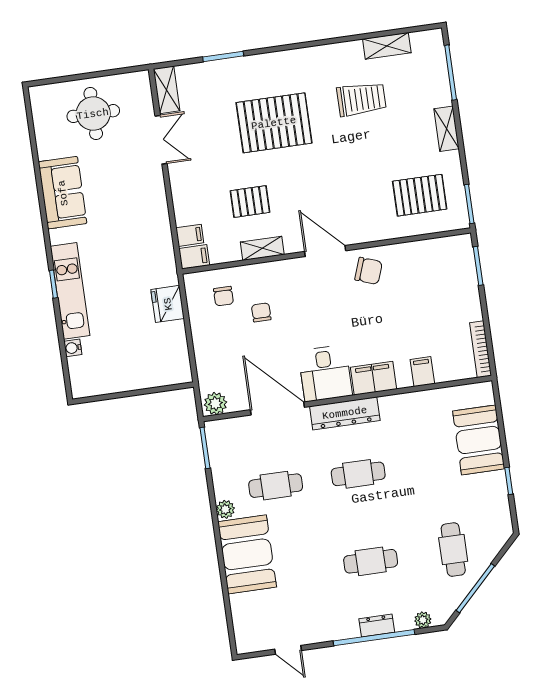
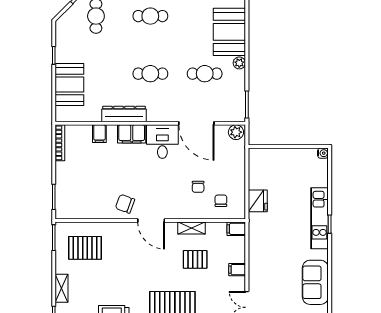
filing cabinet: (190, 235) -> (237, 270), moved
water cooler: (73, 348) -> (323, 153), moved
dresser: (345, 413) -> (124, 114), moved

